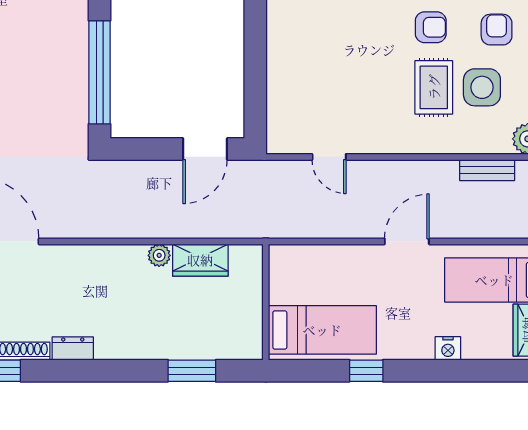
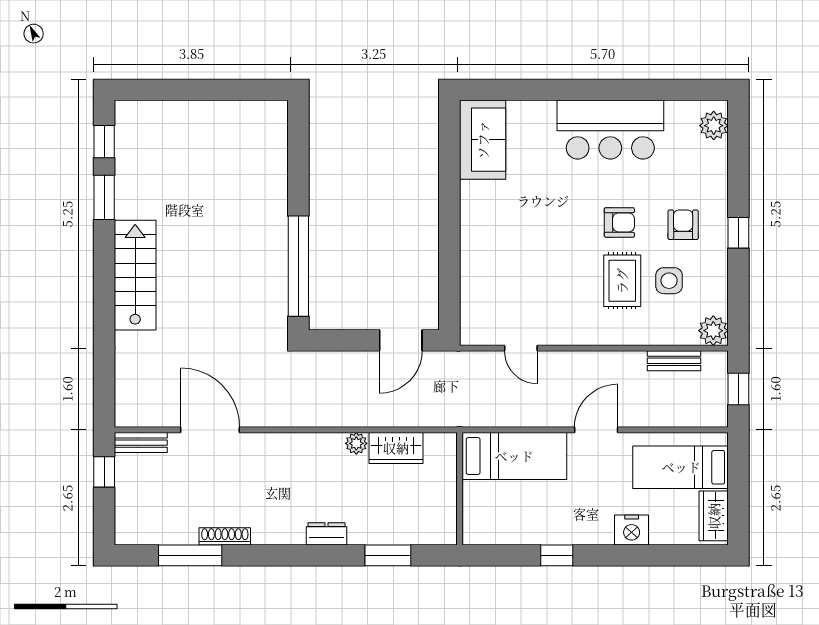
side table: (482, 87) -> (669, 281), width x0.73, depth x0.73
bed: (322, 330) -> (514, 456), moved
nightstand: (448, 348) -> (632, 530), width x1.36, depth x1.33
dresser: (73, 349) -> (326, 534), moved

